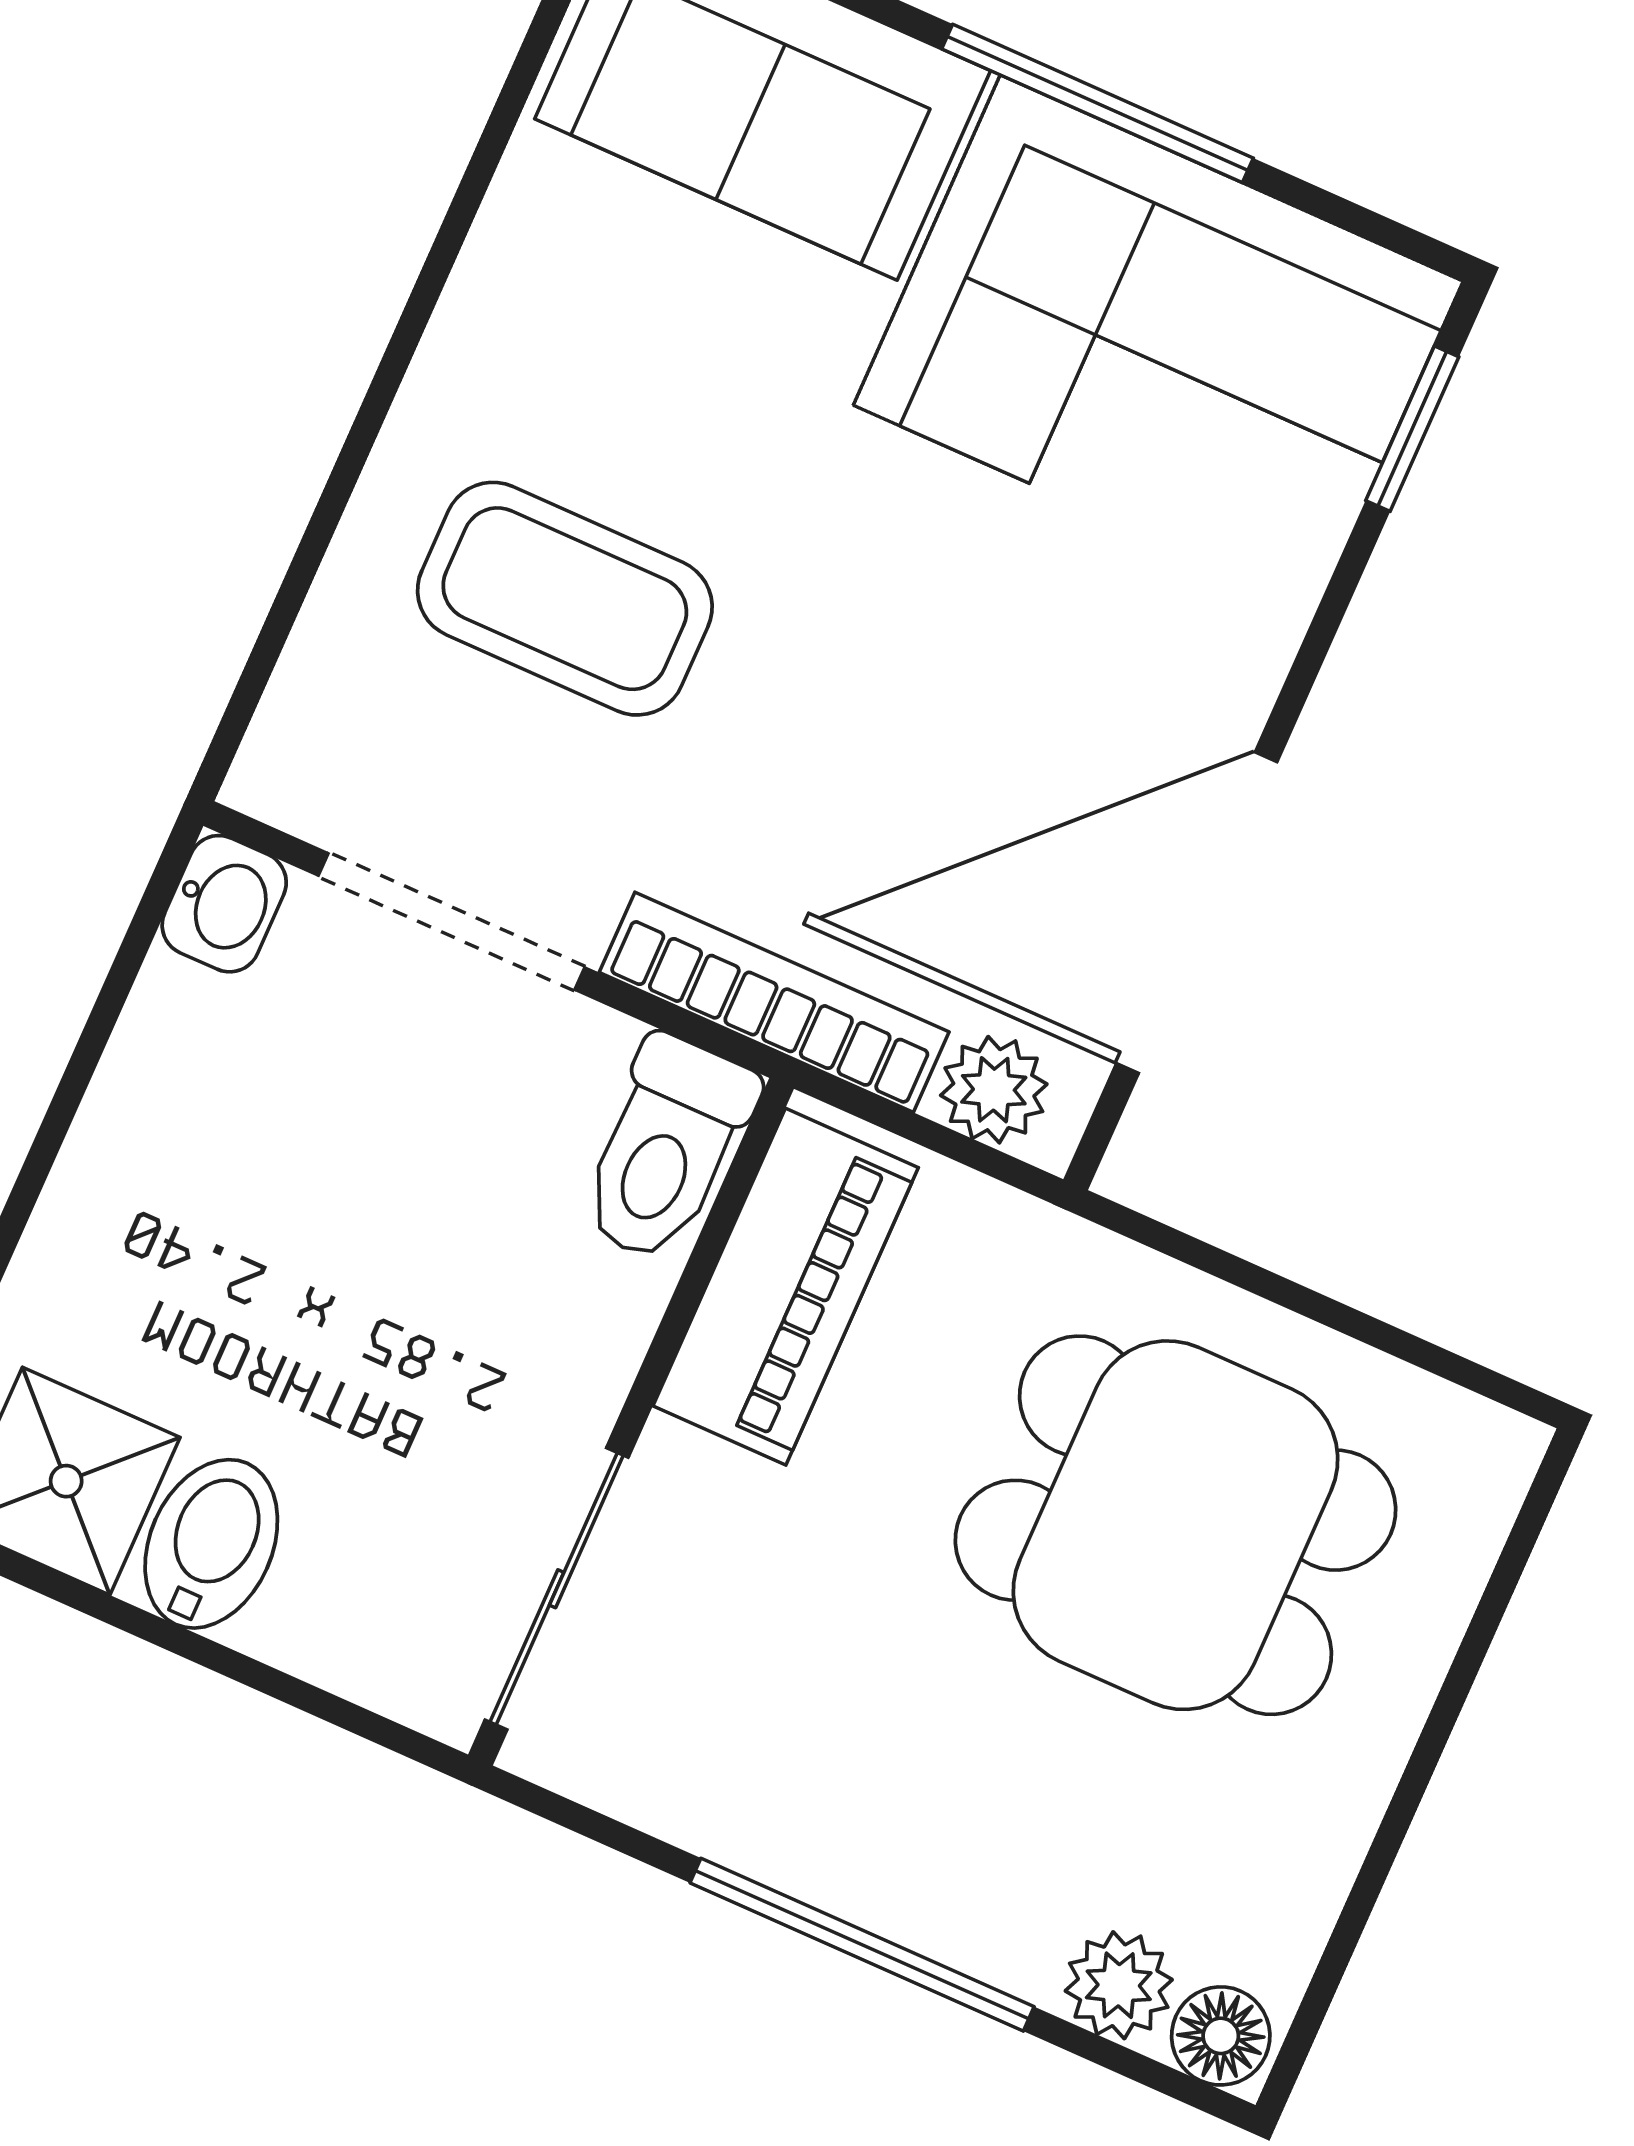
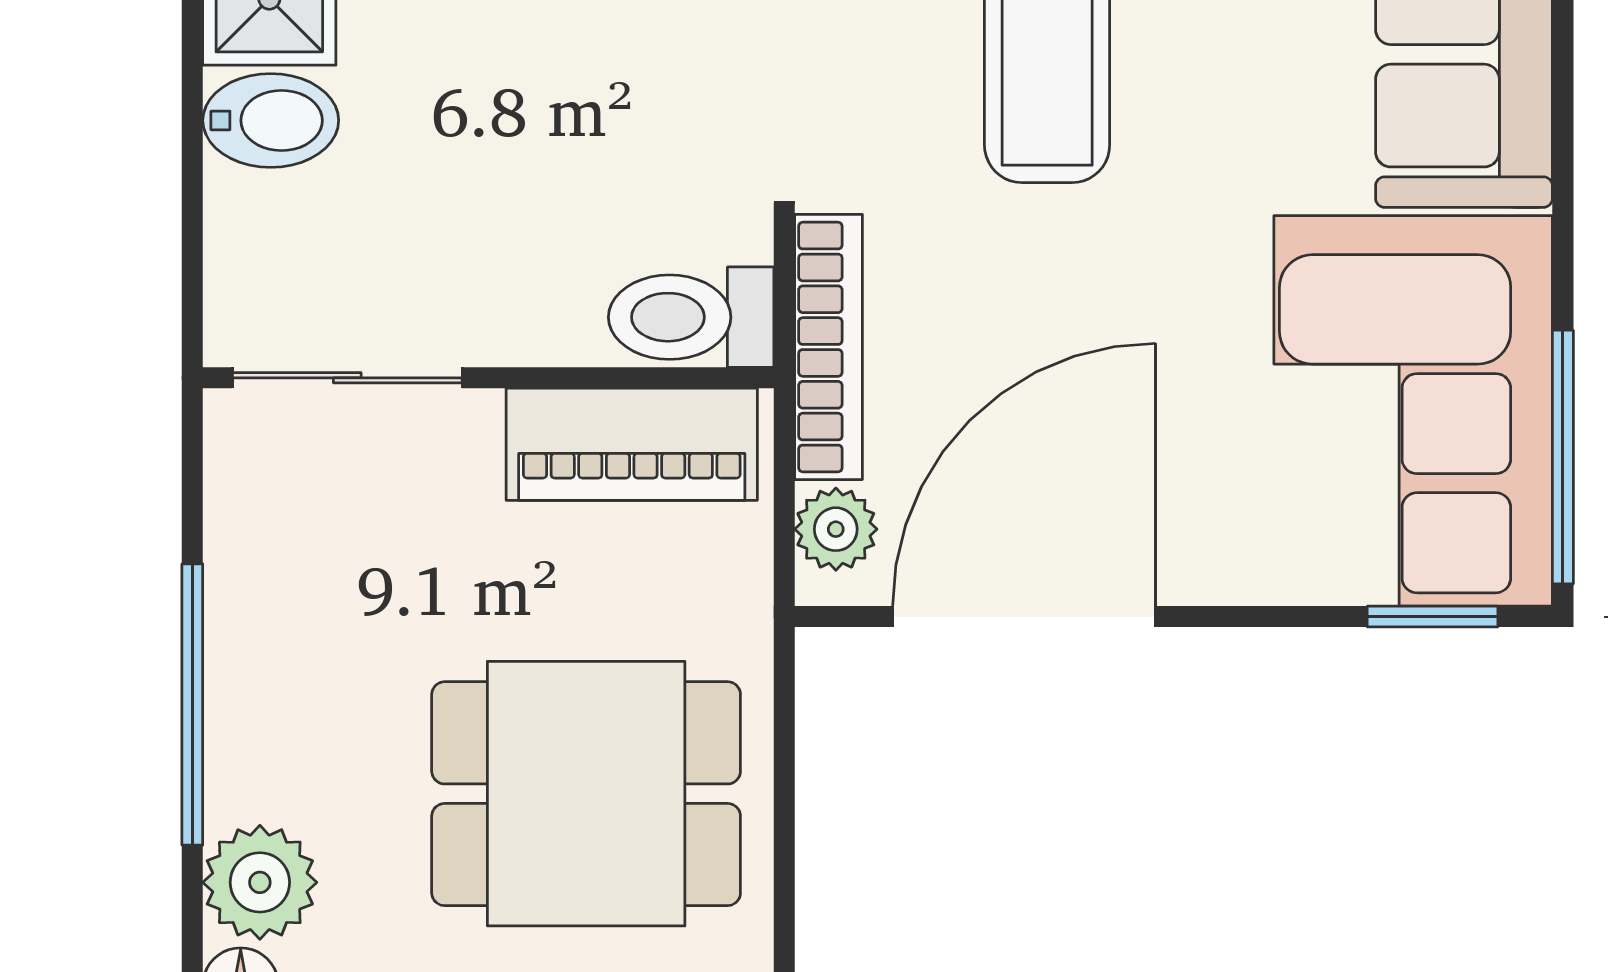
window: (1098, 103) -> (1563, 457), moved
door: (1197, 913) -> (1024, 617), hinge flipped
dining table: (1176, 1525) -> (586, 794), turned 90
plant: (1119, 1985) -> (260, 882), width x1.38, depth x1.38

